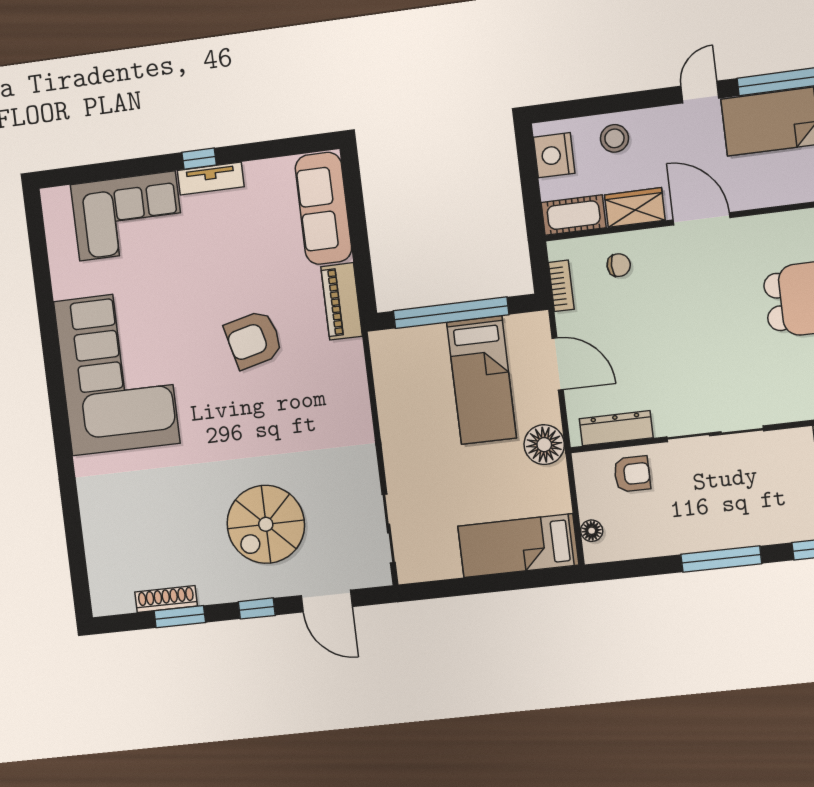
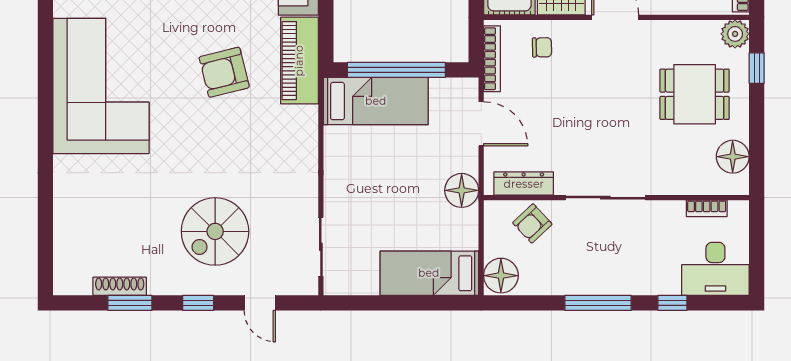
bookcase: (561, 286) -> (492, 59), width x1.56
piano: (342, 301) -> (299, 61), width x1.37, depth x1.33
bed: (482, 380) -> (376, 101), moved, turned -90
armchair: (632, 474) -> (532, 223), turned 137
floor lamp: (592, 531) -> (501, 276), width x1.89, depth x1.89
door: (327, 601) -> (260, 303), width x0.73

